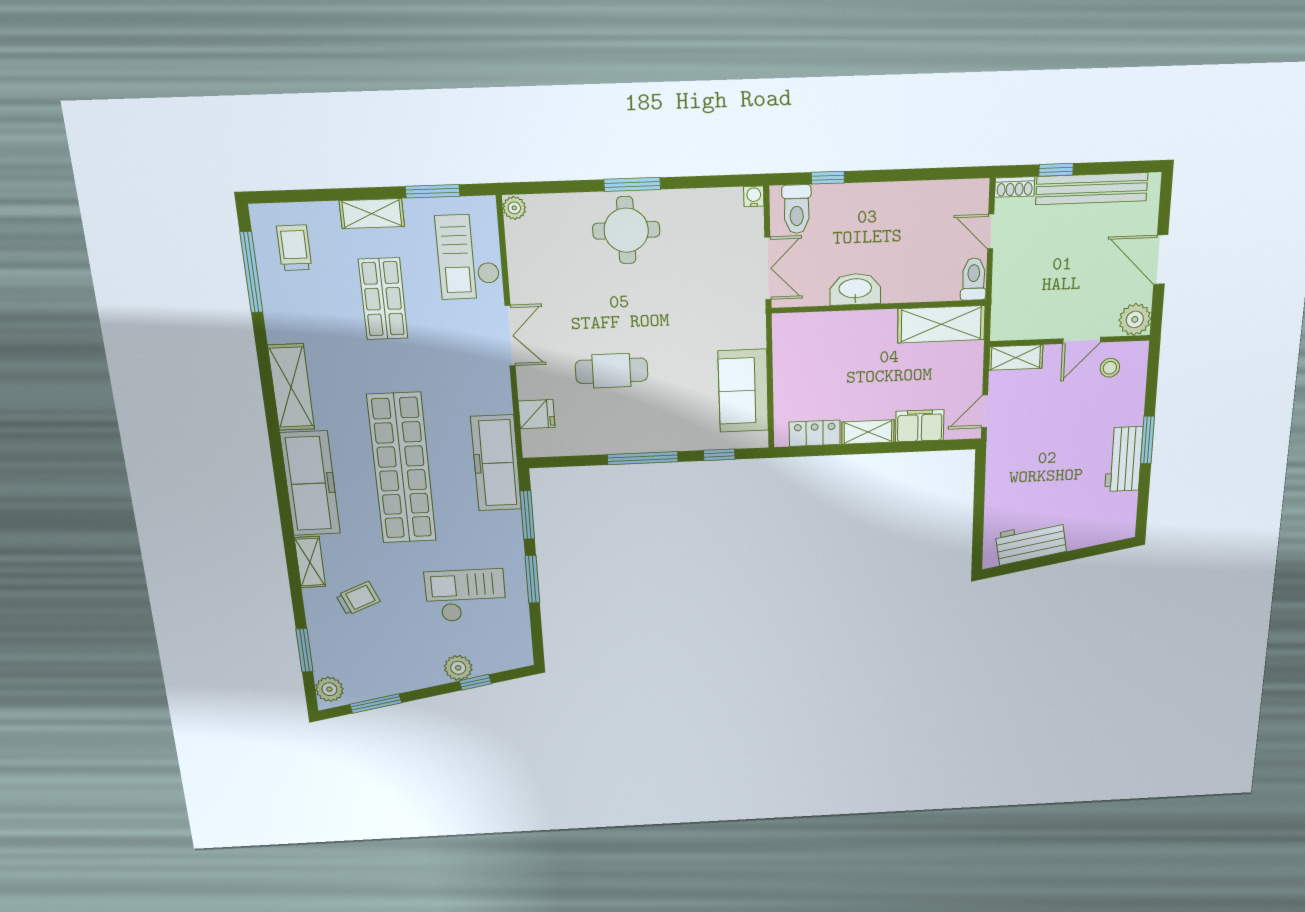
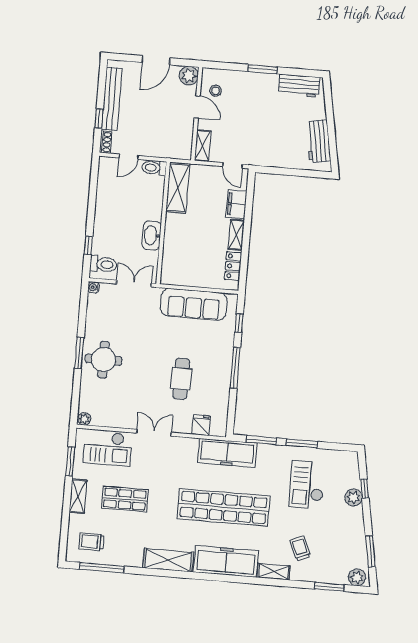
sofa: (743, 391) -> (194, 304), width x1.36
workbench: (1124, 459) -> (299, 86), moved

